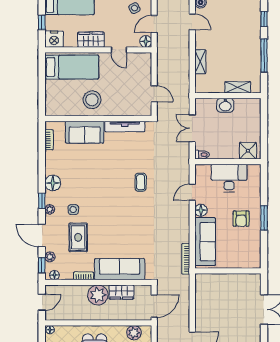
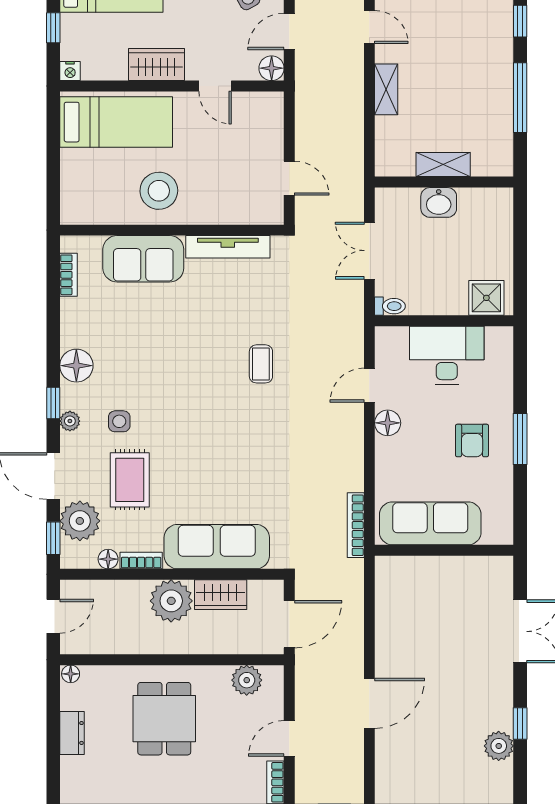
nightstand: (54, 39) -> (70, 71), width x0.53, depth x0.56
shelving: (200, 62) -> (386, 89), moved
shelving: (238, 87) -> (443, 165), moved
sofa: (205, 242) -> (430, 523), moved, turned -90
plant: (50, 257) -> (80, 521), width x1.88, depth x1.88
floor lamp: (54, 275) -> (108, 559), moved

